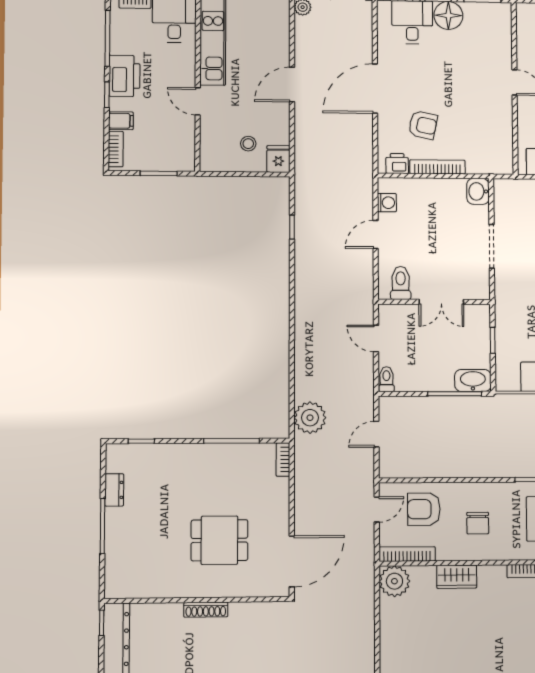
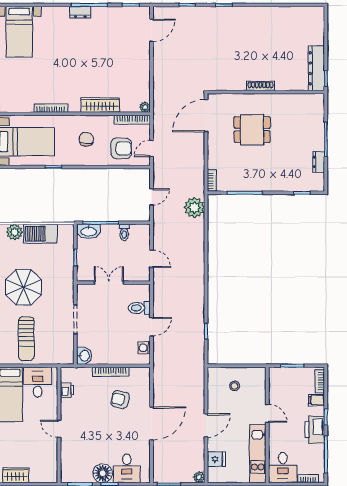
fridge: (278, 159) -> (216, 459), moved, turned -90
printer: (397, 163) -> (67, 390), moved, turned -90
toilet: (401, 283) -> (139, 308), moved, turned 90
toilet: (386, 379) -> (124, 232), moved
wardrobe: (457, 577) -> (100, 105), width x1.50
plant: (394, 581) -> (145, 107), width x0.53, depth x0.53

